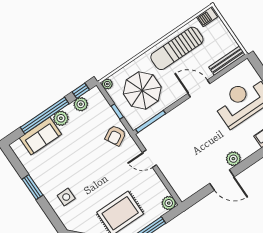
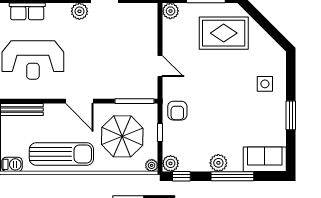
door: (199, 88) -> (79, 101), moved
plant: (81, 104) -> (171, 163), moved
window: (45, 116) -> (232, 176), width x0.68
armchair: (116, 135) -> (177, 111), turned 119
sofa: (40, 136) -> (265, 159), moved

